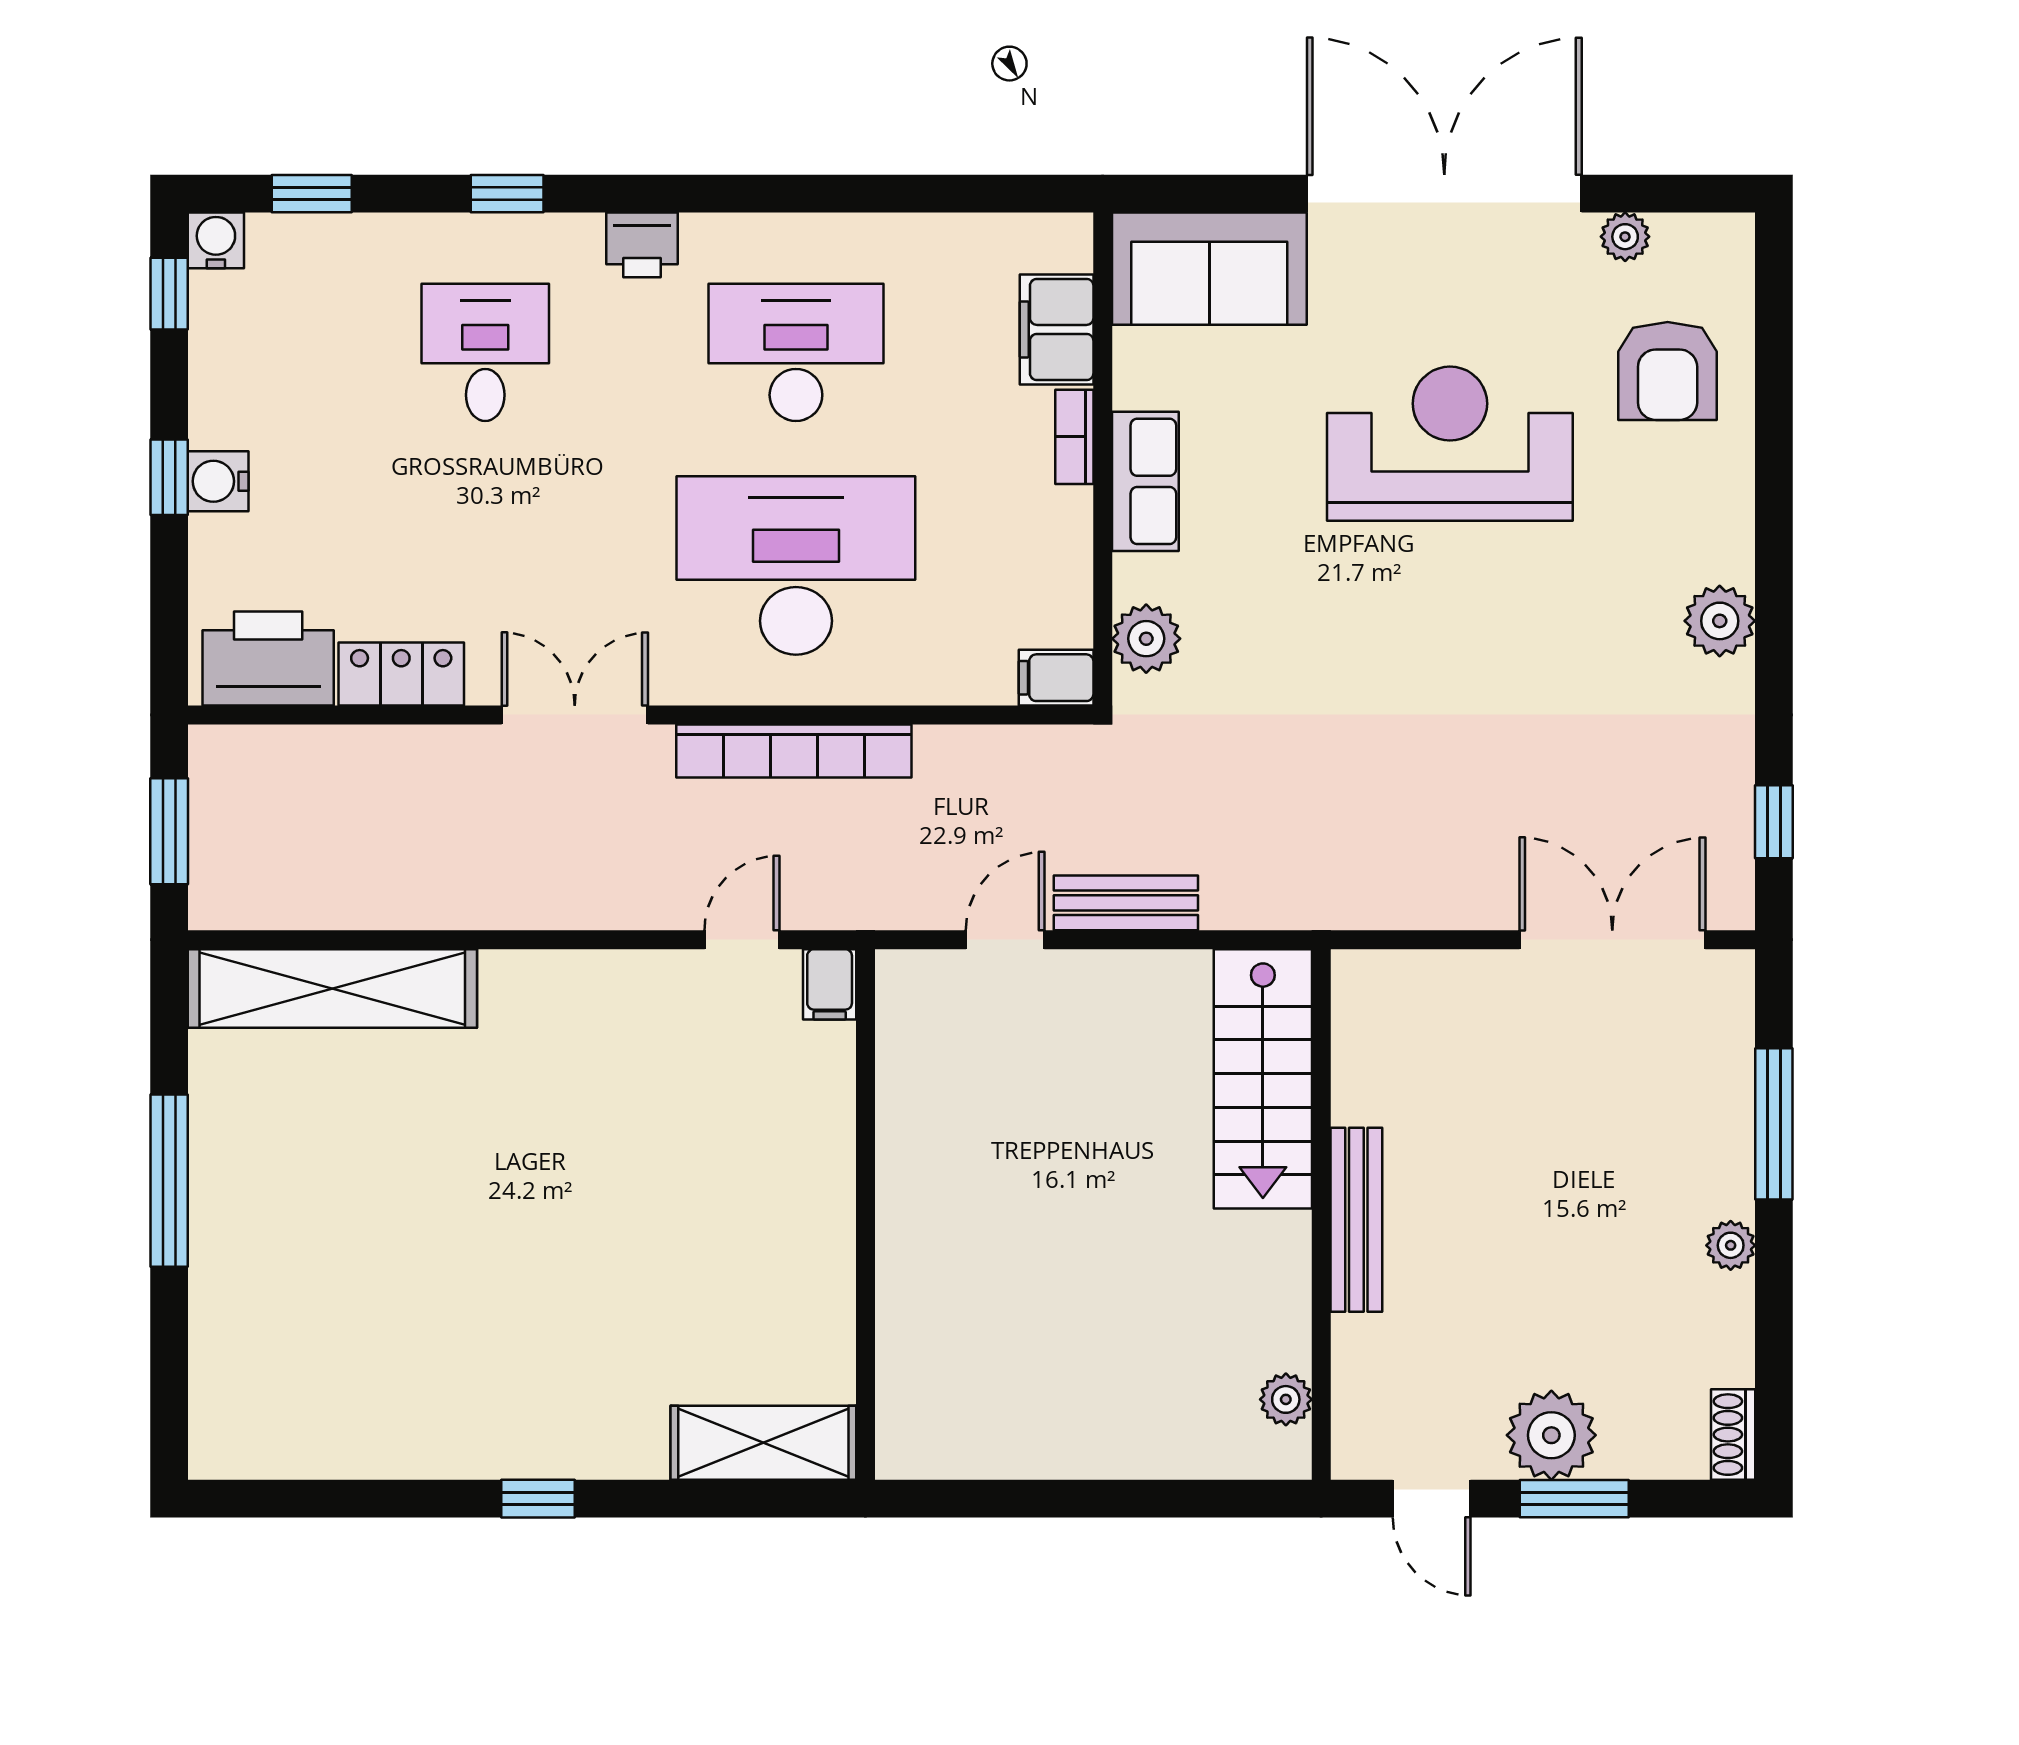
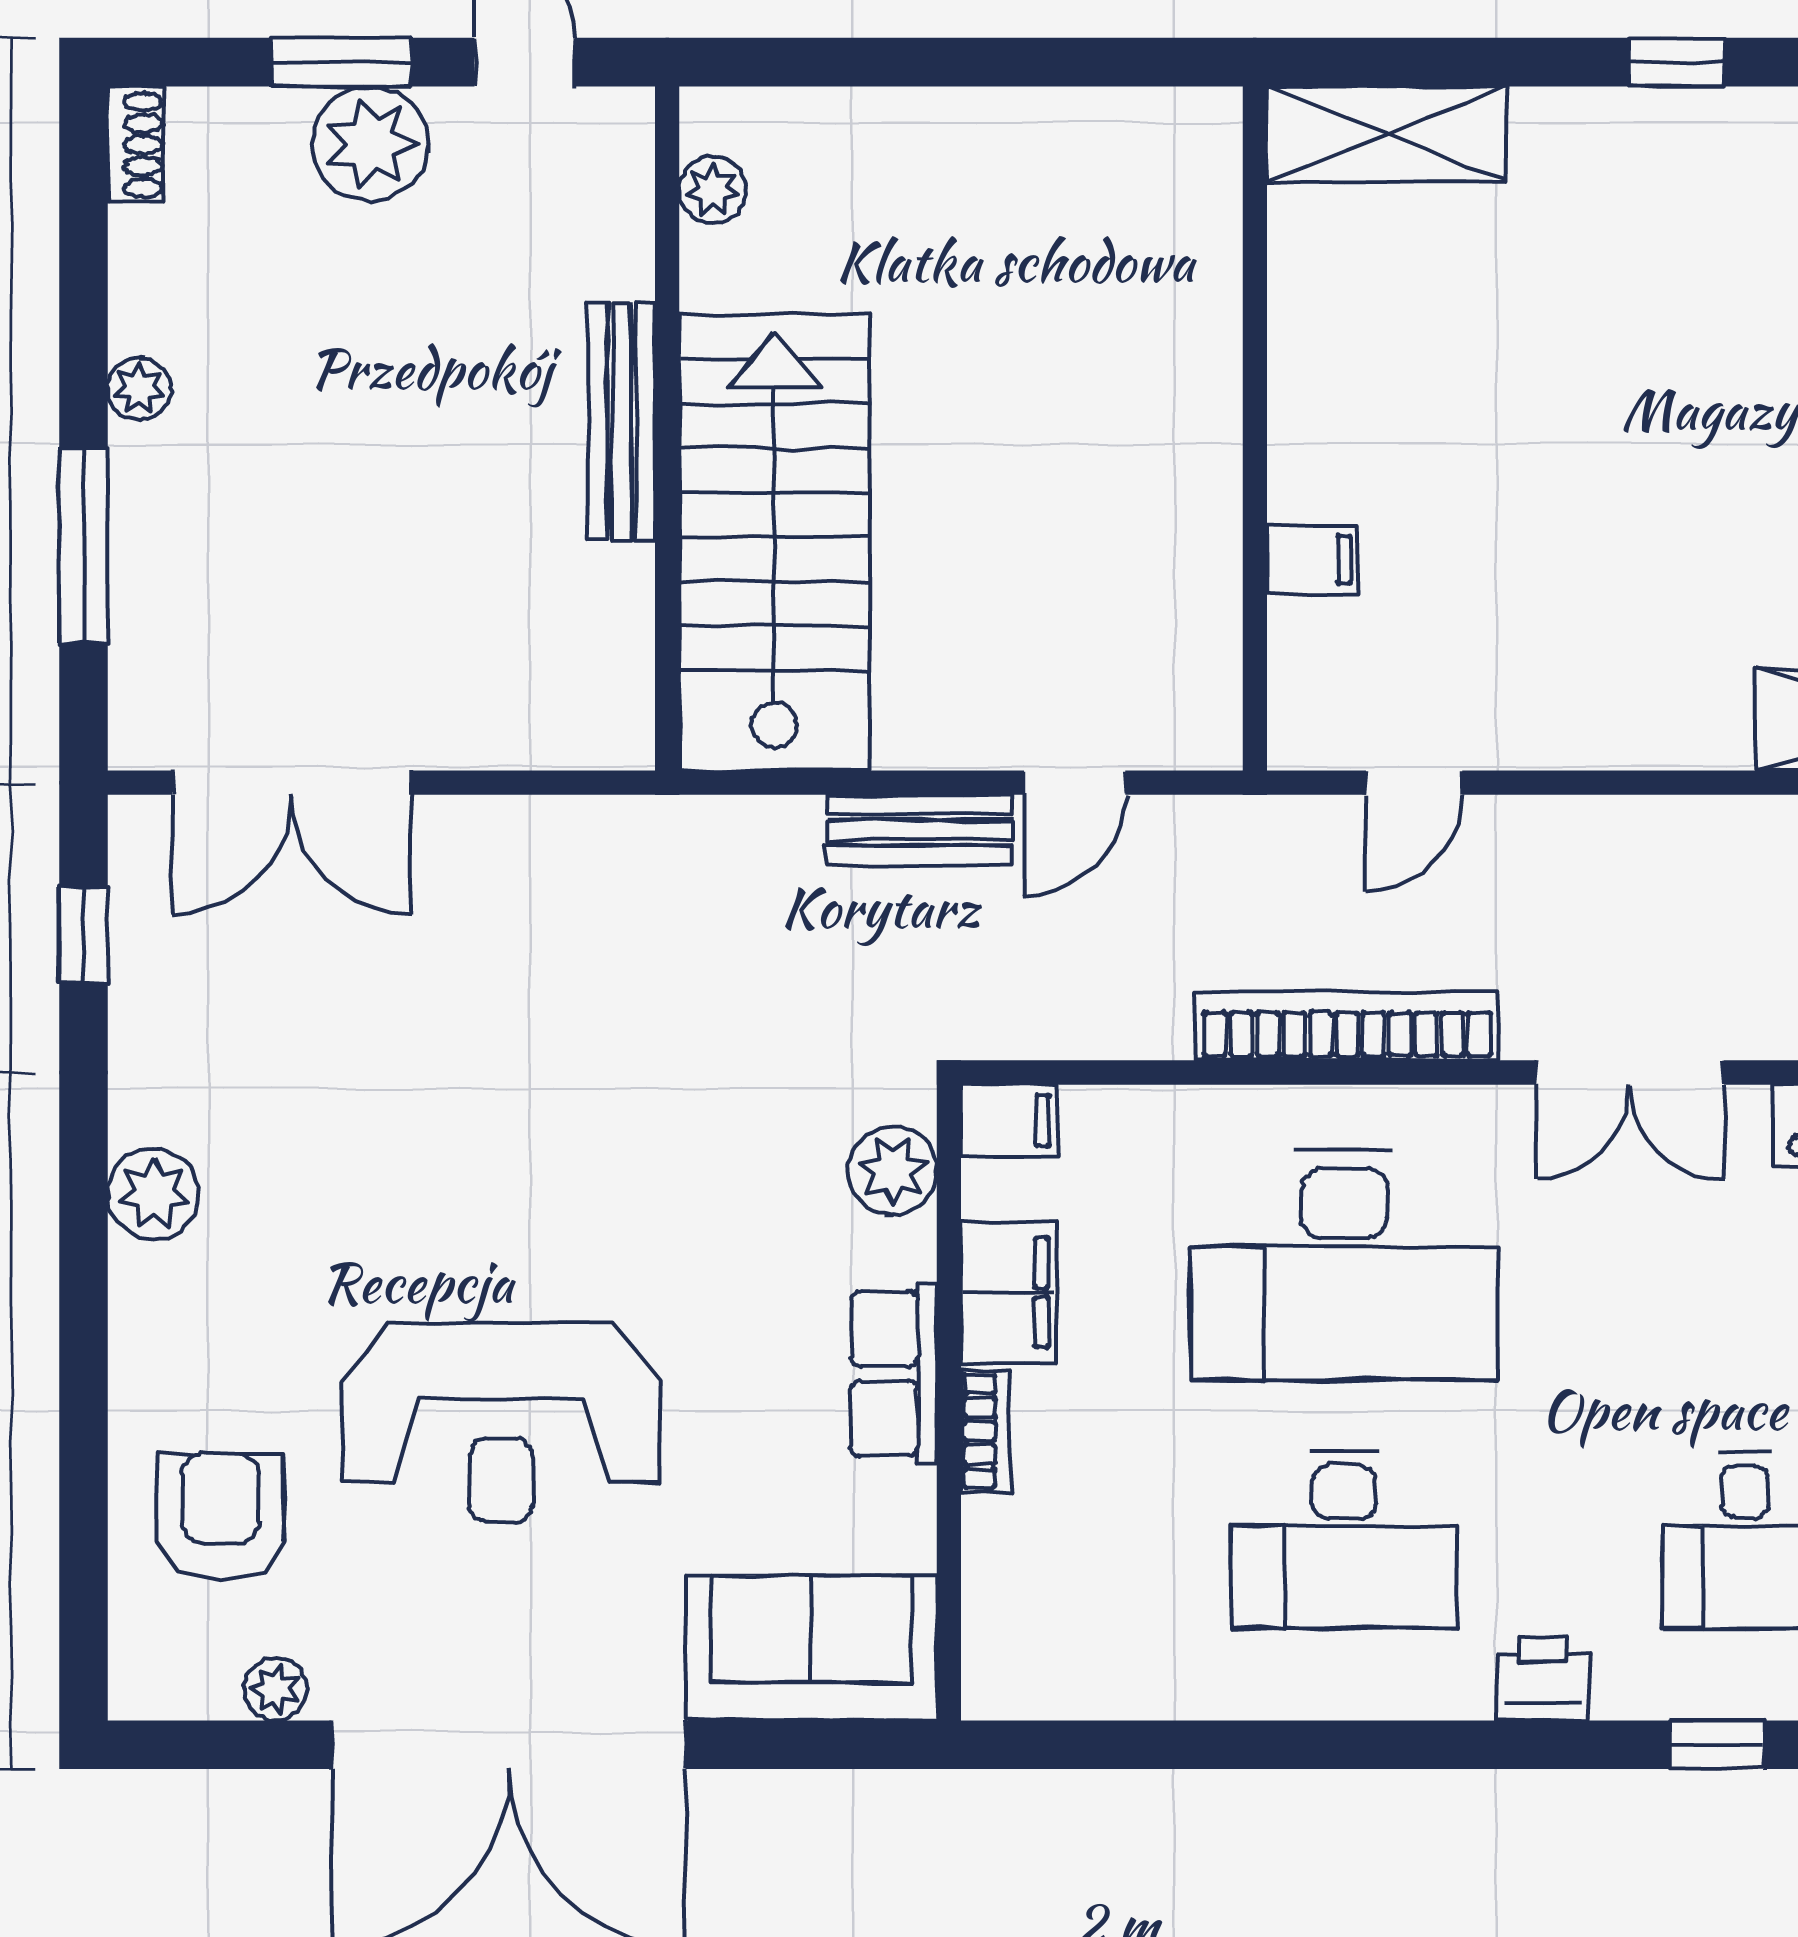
filing cabinet: (1057, 329) -> (1008, 1293), moved
filing cabinet: (830, 984) -> (1312, 560), moved, turned 90
stairs: (1263, 1079) -> (774, 542), width x1.36, depth x1.51

